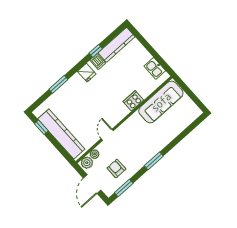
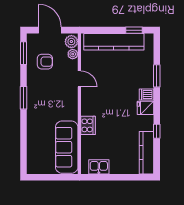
dishwasher: (98, 62) -> (146, 95), moved

